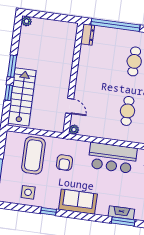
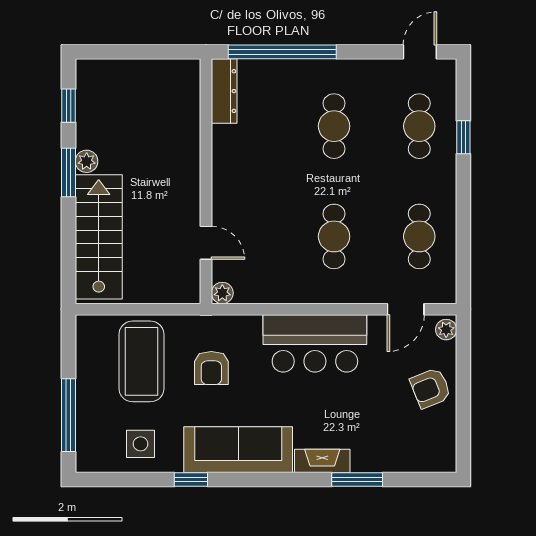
plant: (26, 21) -> (87, 161), moved
dresser: (88, 35) -> (224, 91), width x1.44
window: (9, 93) -> (68, 106), moved
sofa: (78, 202) -> (238, 450), width x1.36
fireplace: (121, 213) -> (322, 461), moved

